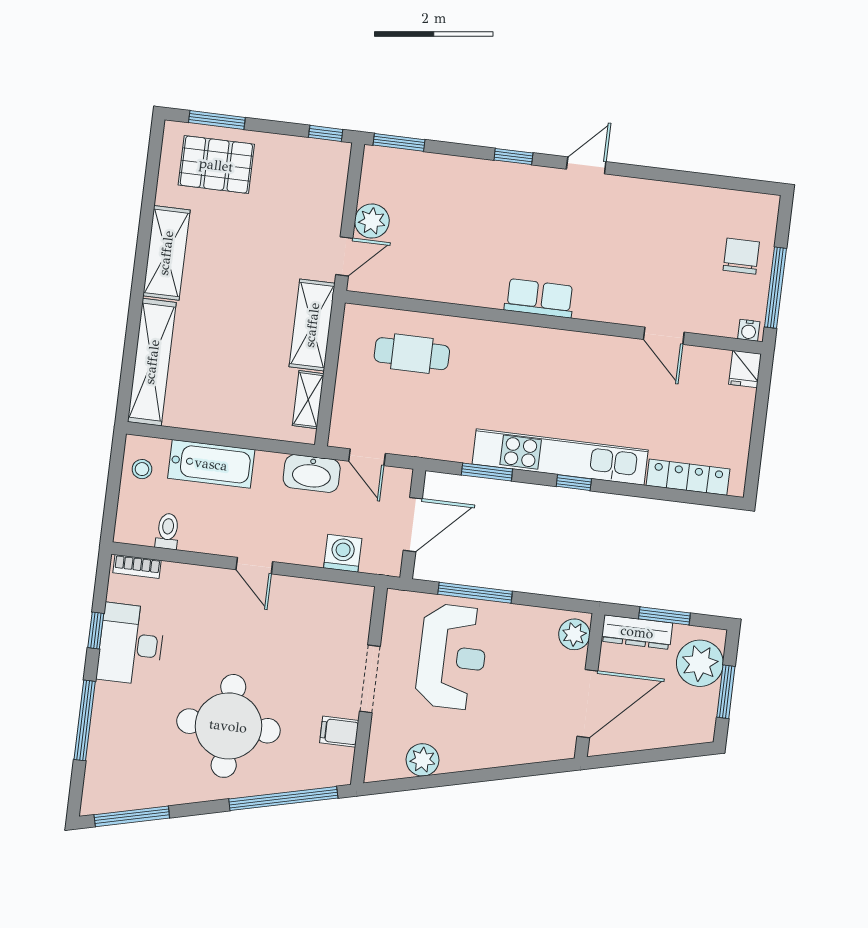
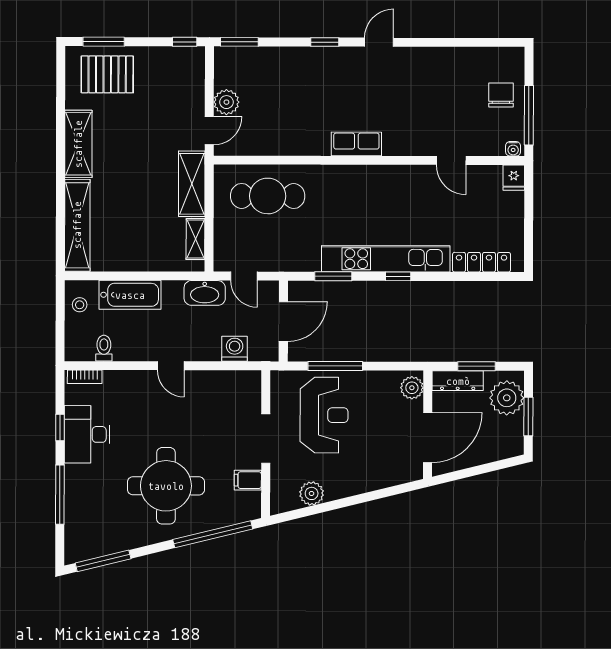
cafe table: (412, 354) -> (268, 196), width x1.37, depth x1.35

